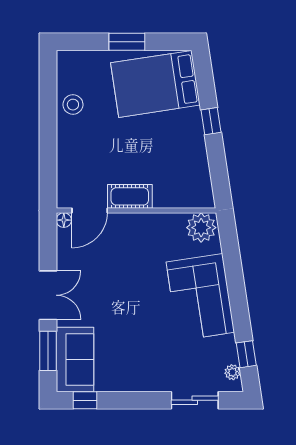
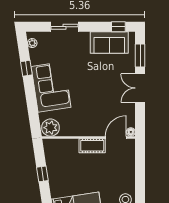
window: (211, 121) -> (42, 174), moved
window: (246, 354) -> (26, 68), moved
sofa: (75, 359) -> (109, 43), moved, turned -90
sliding door: (195, 400) -> (65, 27), moved

